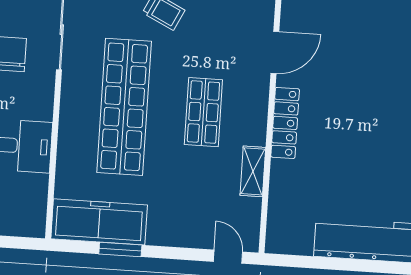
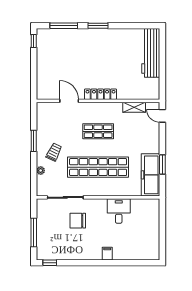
shelving: (253, 171) -> (134, 107), moved
door: (228, 257) -> (162, 116), hinge flipped

